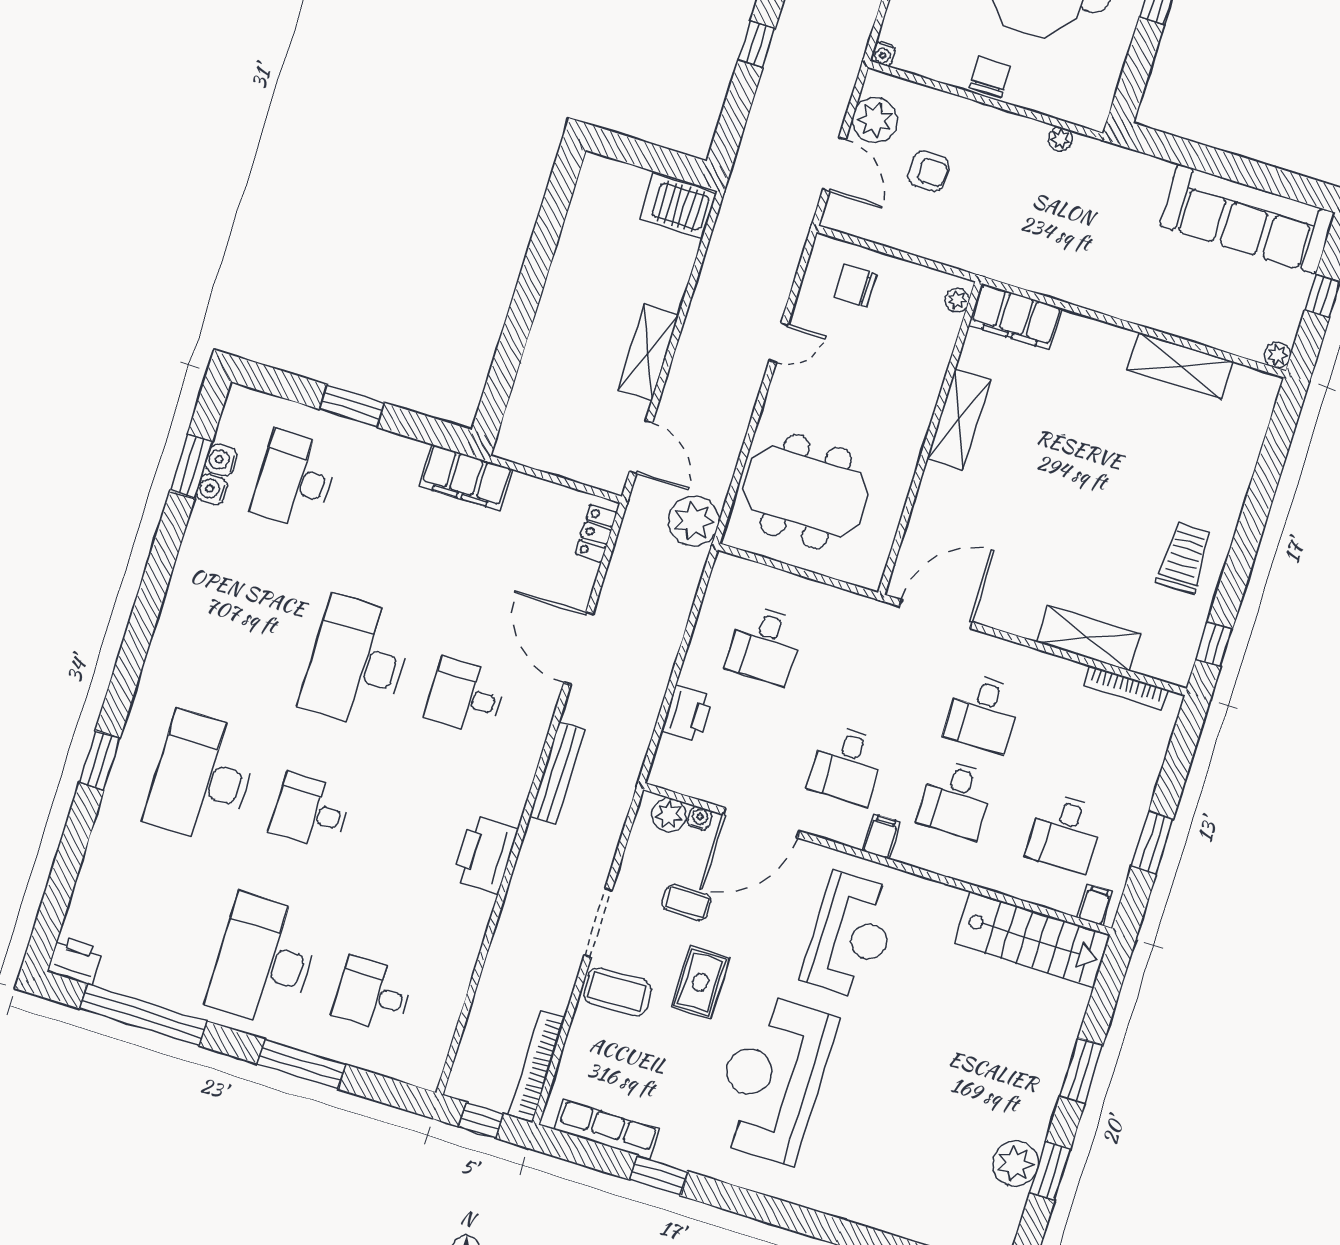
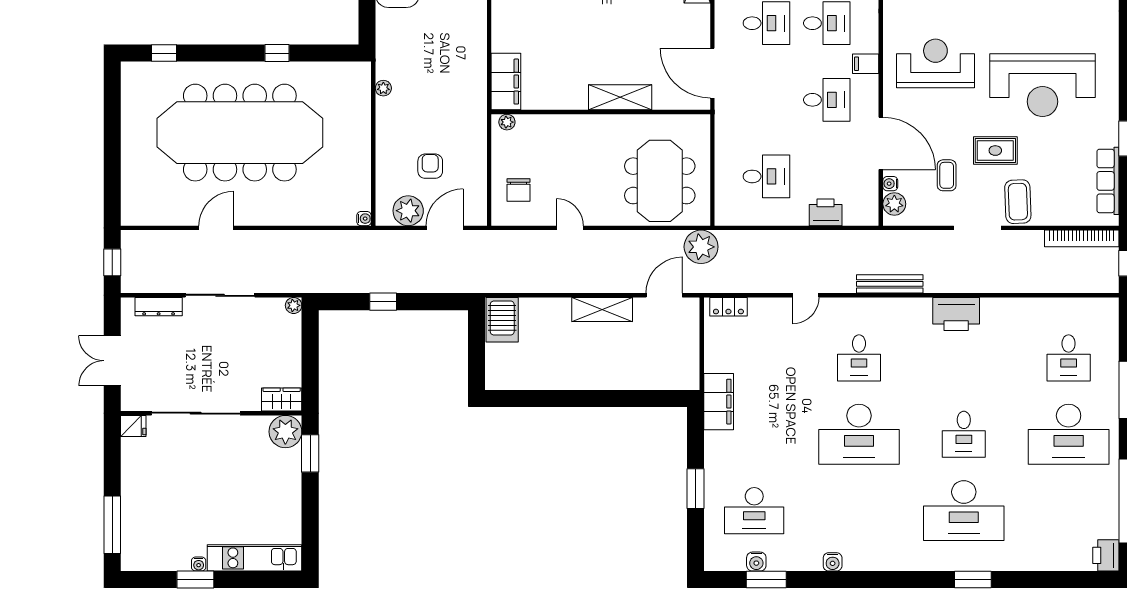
chair: (990, 77) -> (357, 145), removed
shelving: (959, 419) -> (620, 97), moved
water cooler: (212, 489) -> (833, 562), moved
door: (578, 648) -> (806, 295), width x0.53

